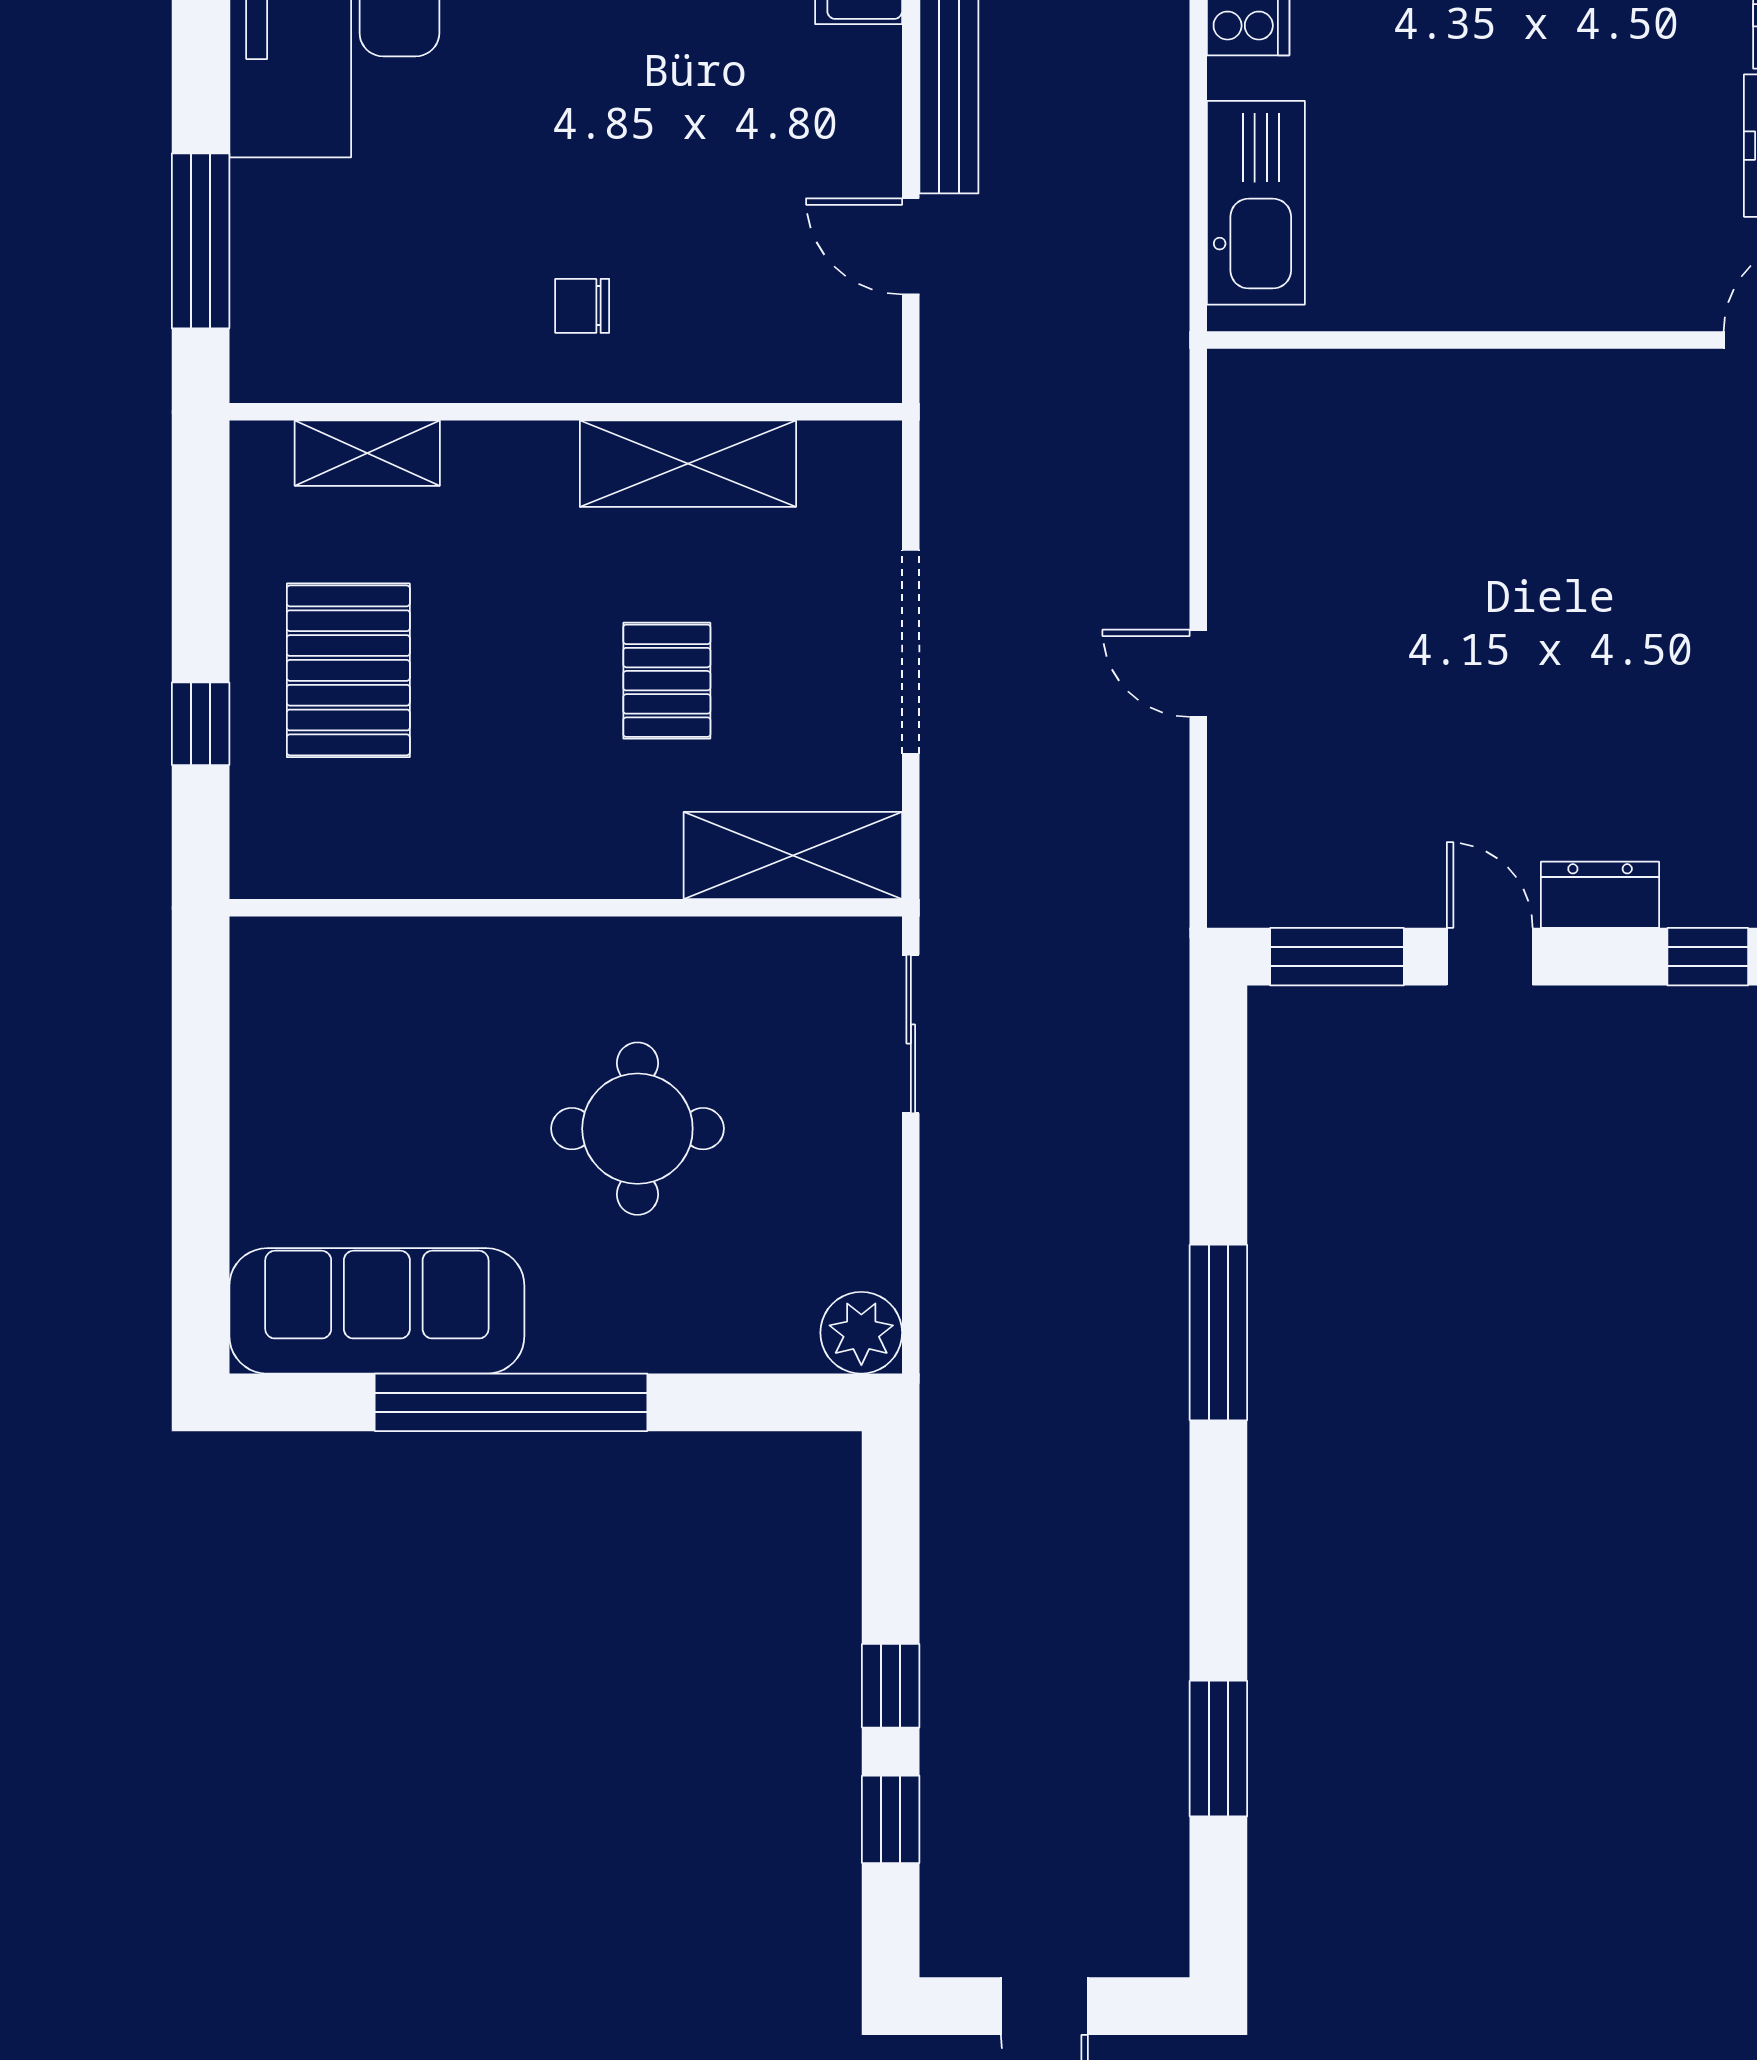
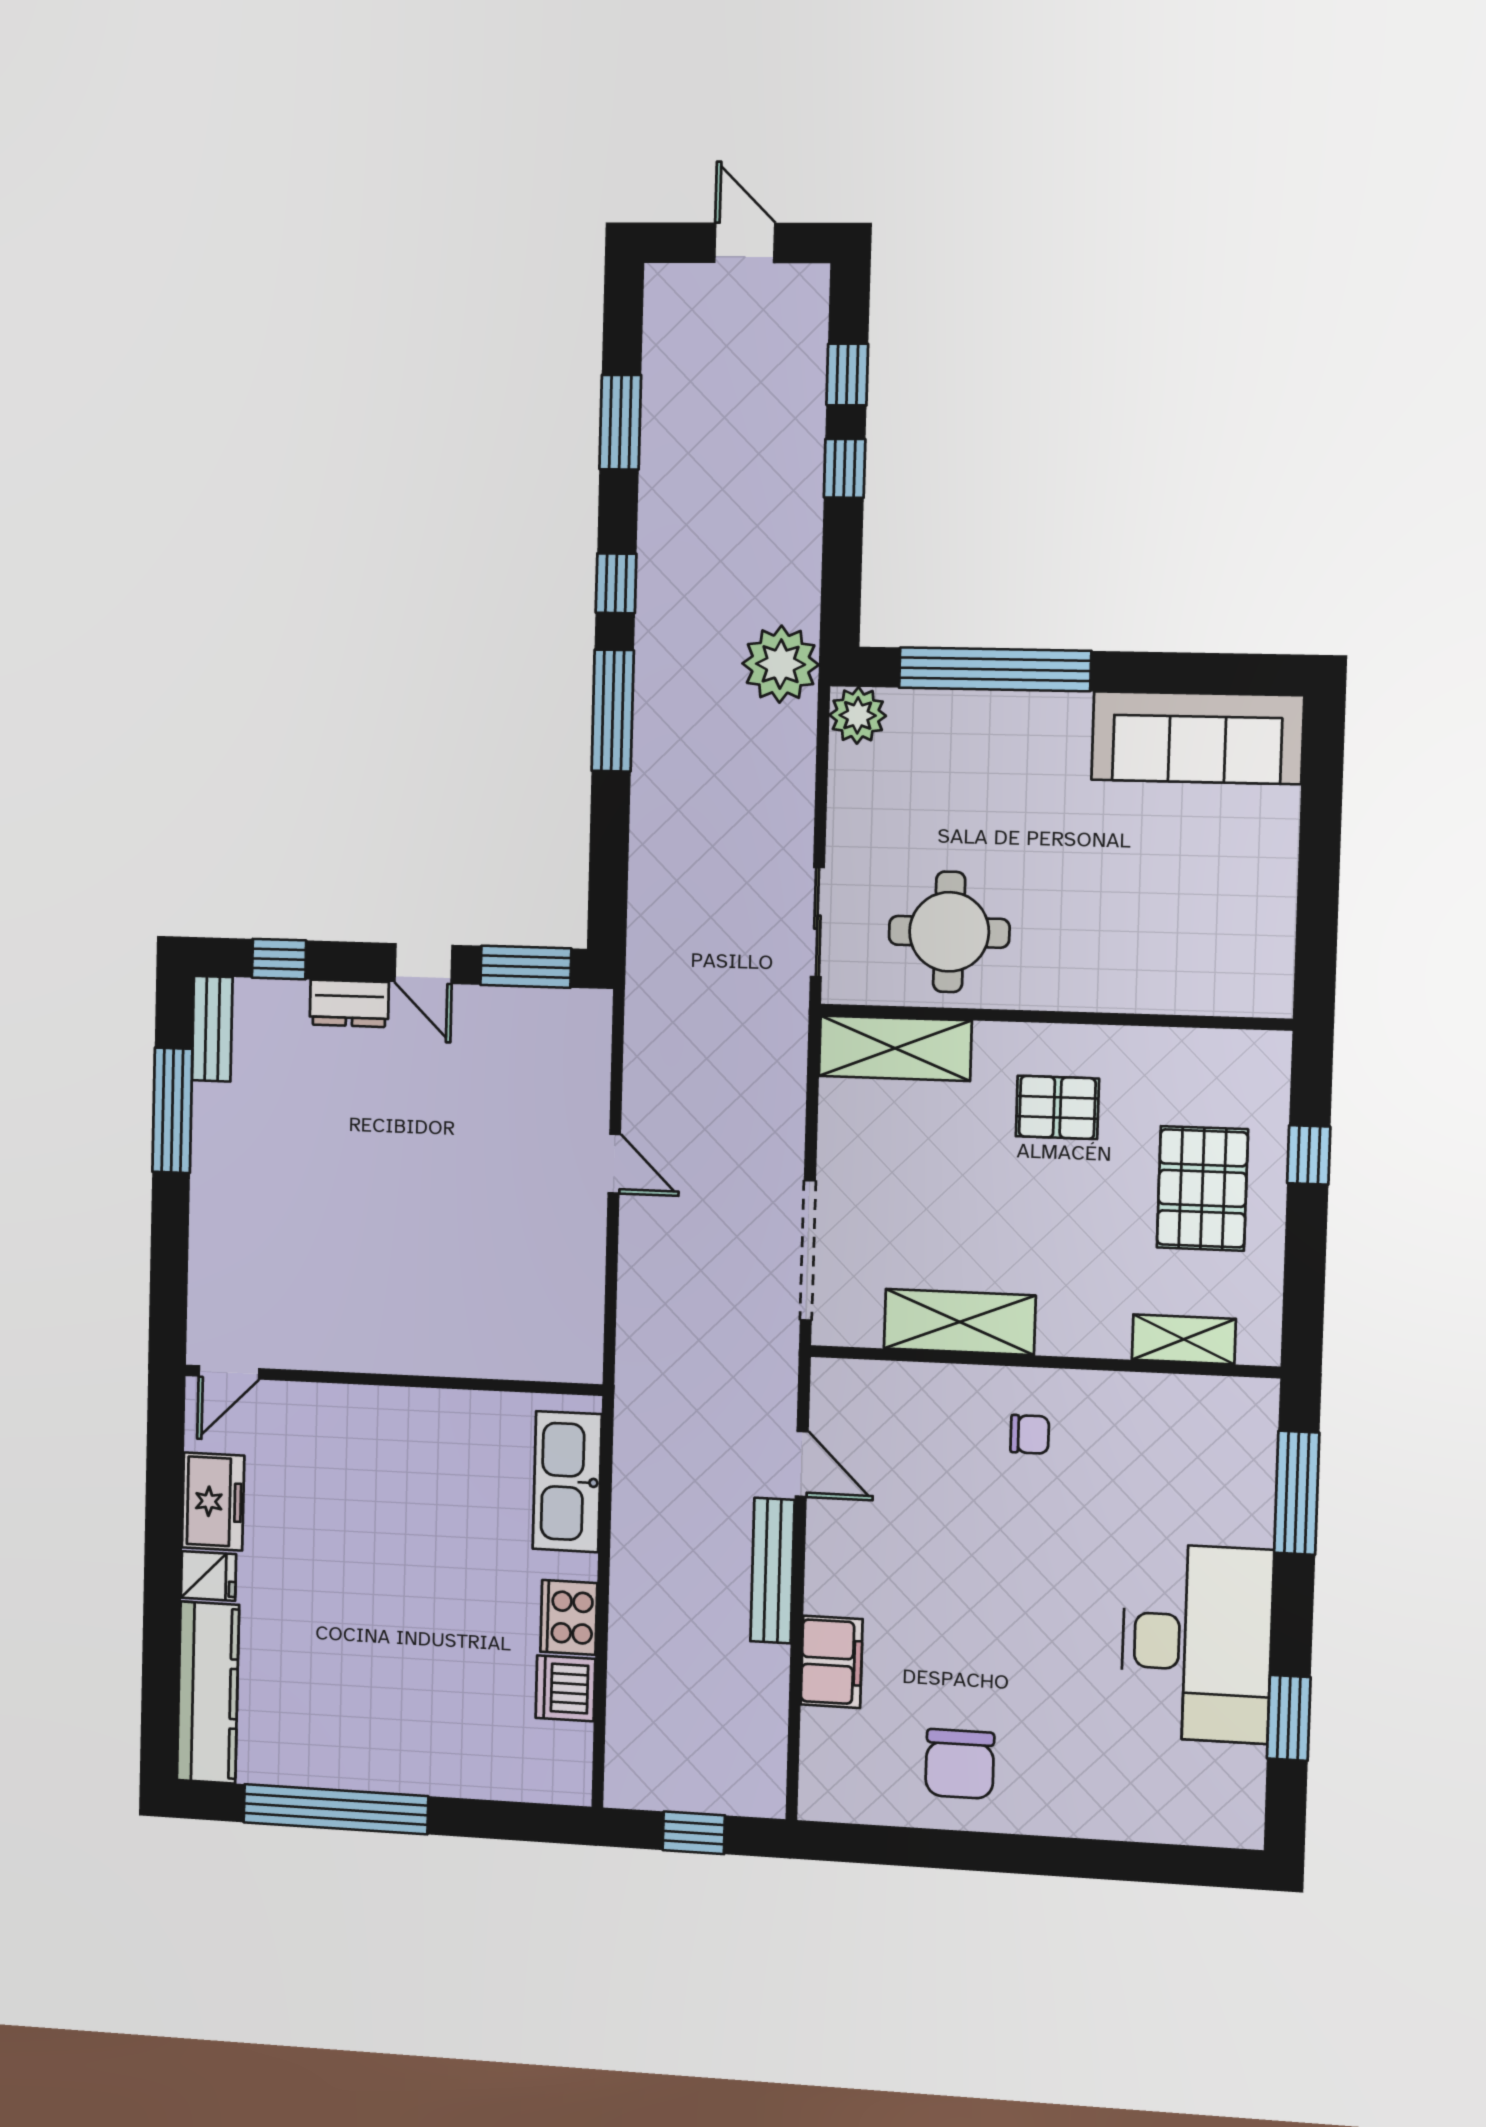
doorway: (911, 652) -> (808, 1250), moved
pallet: (667, 681) -> (1057, 1107), moved, turned 90
round table: (637, 1129) -> (949, 932), moved
window: (511, 1402) -> (995, 669), moved
plant: (975, 1404) -> (781, 664), added
window: (1218, 1517) -> (616, 583), added

